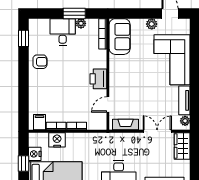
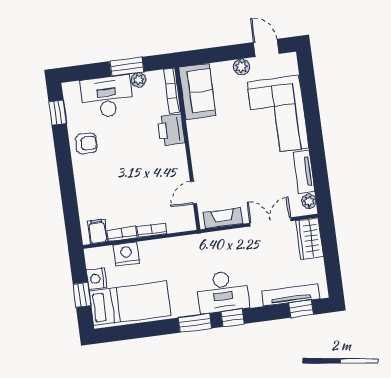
desk: (63, 32) -> (107, 97), width x1.37
printer: (98, 79) -> (171, 130), moved

